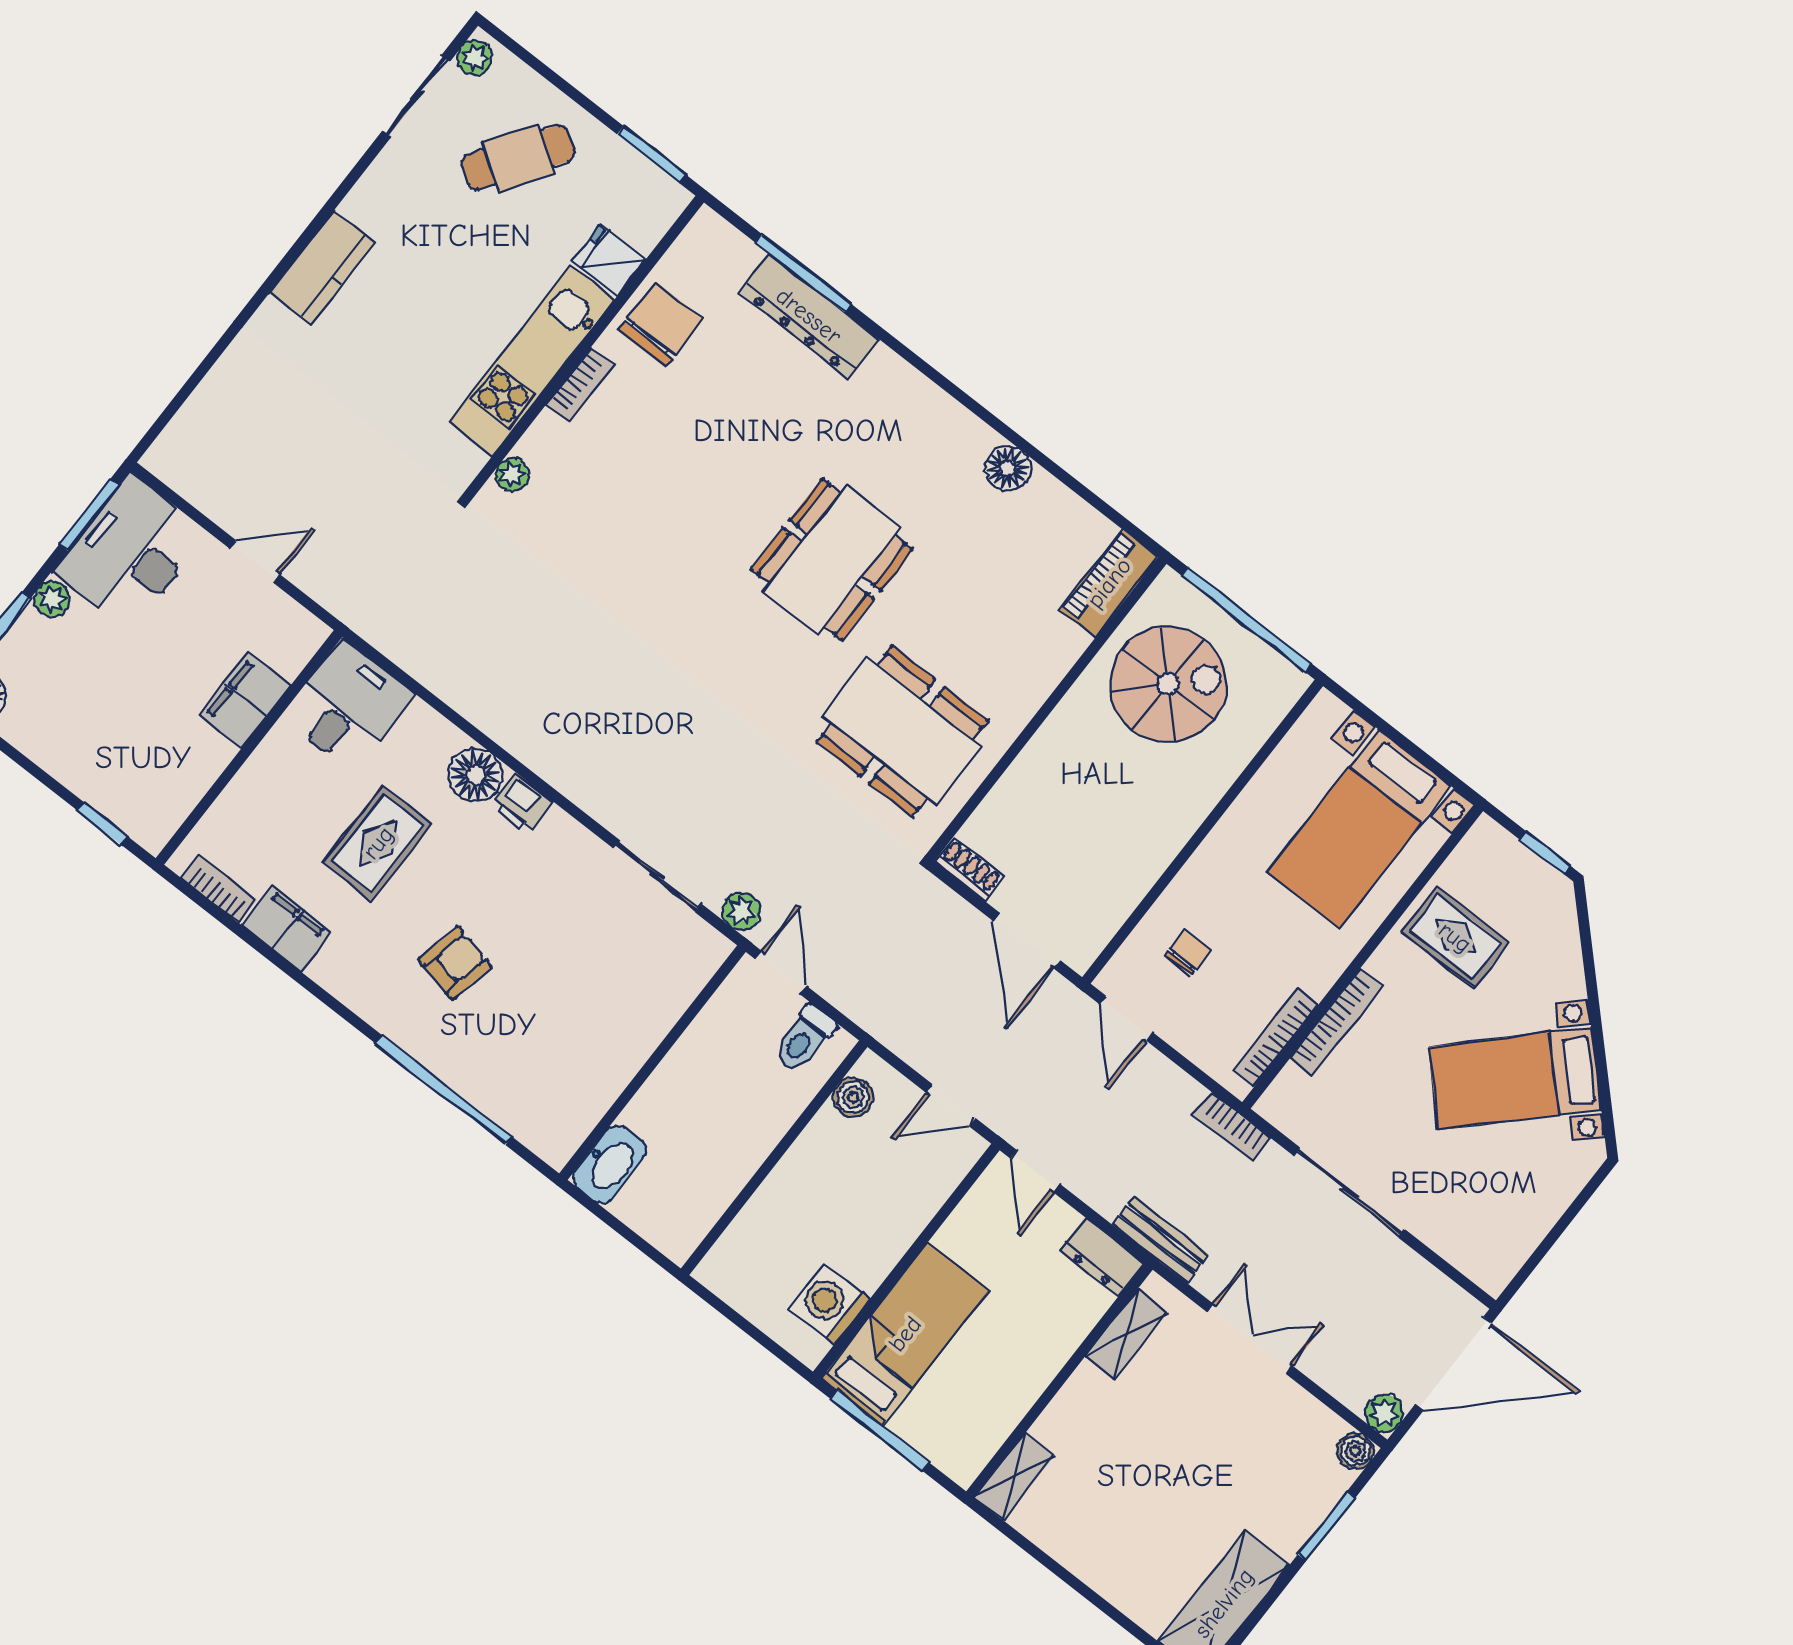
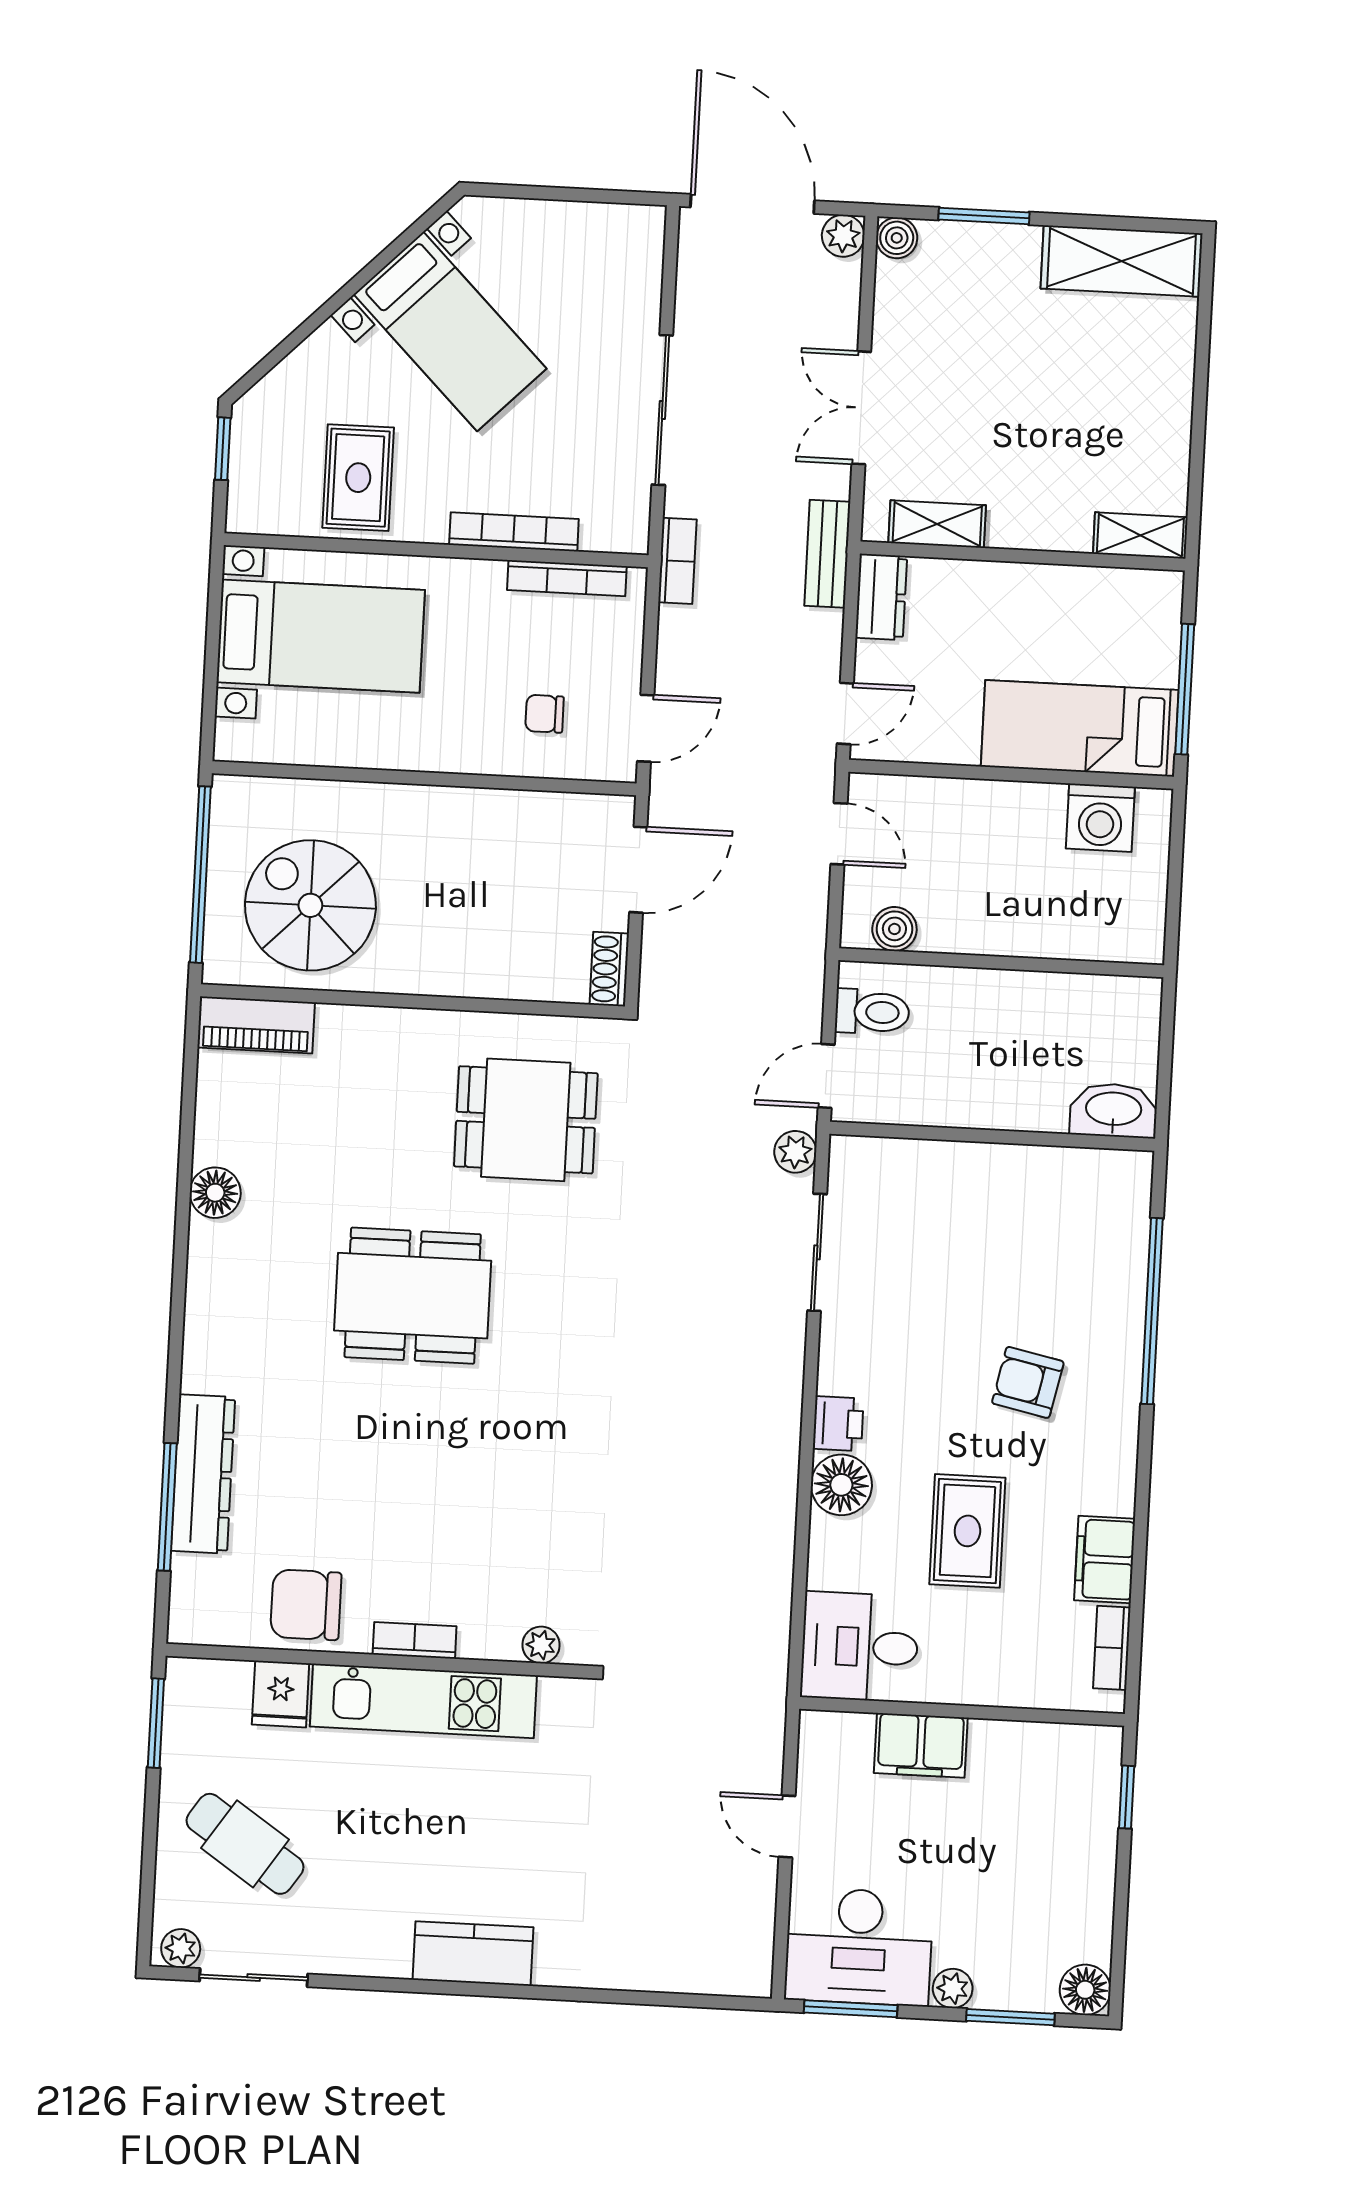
dining table: (902, 731) -> (526, 1120), width x0.73
rug: (378, 843) -> (967, 1531), turned 90

